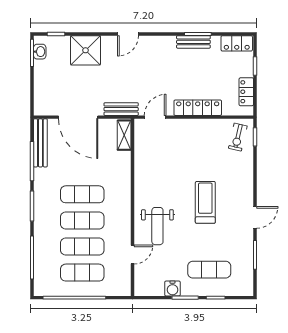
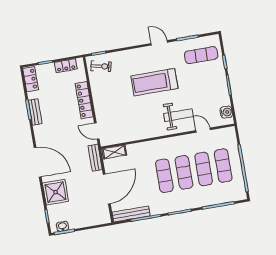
door: (128, 34) -> (38, 162), width x1.87
treadmill: (205, 202) -> (154, 82), width x1.37, depth x1.38
exercise mat: (209, 270) -> (201, 55), moved, turned 90
water cooler: (172, 288) -> (226, 112), moved

